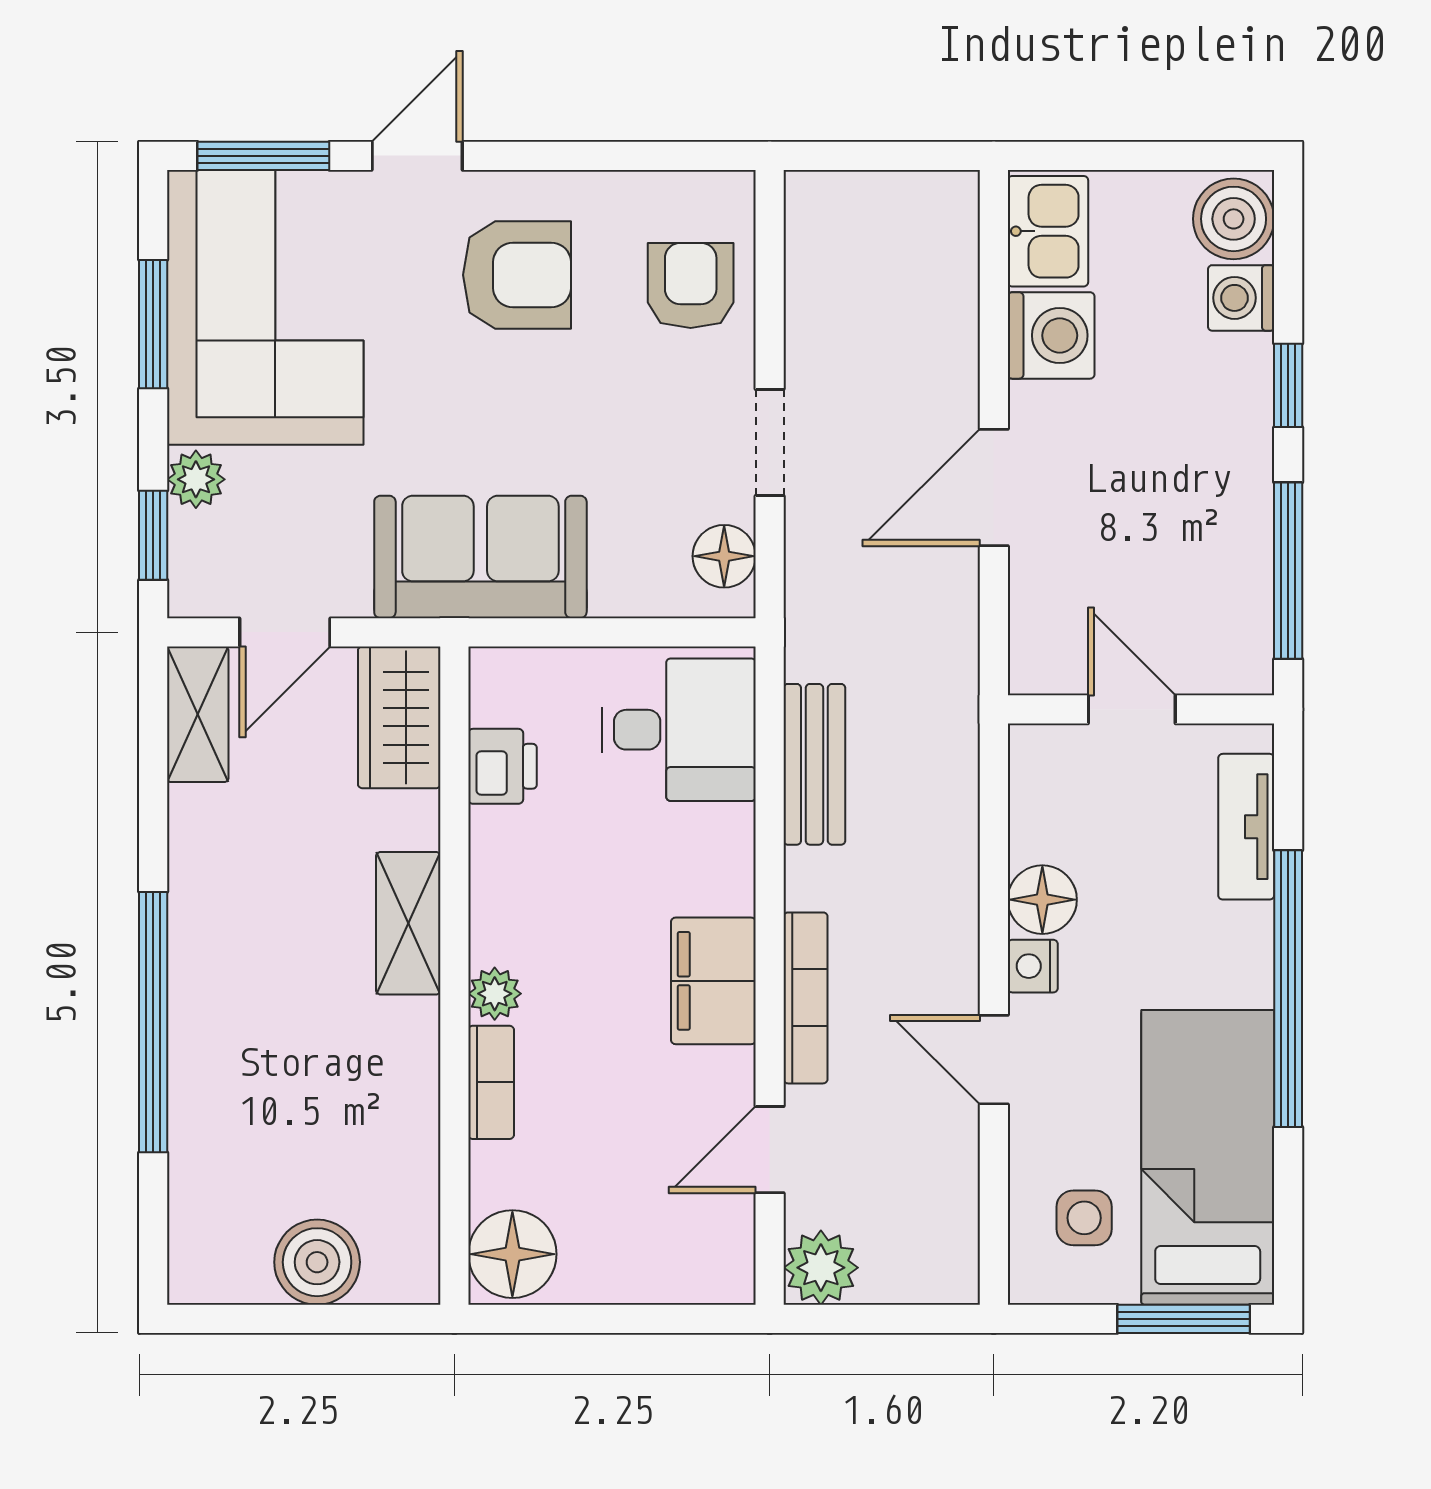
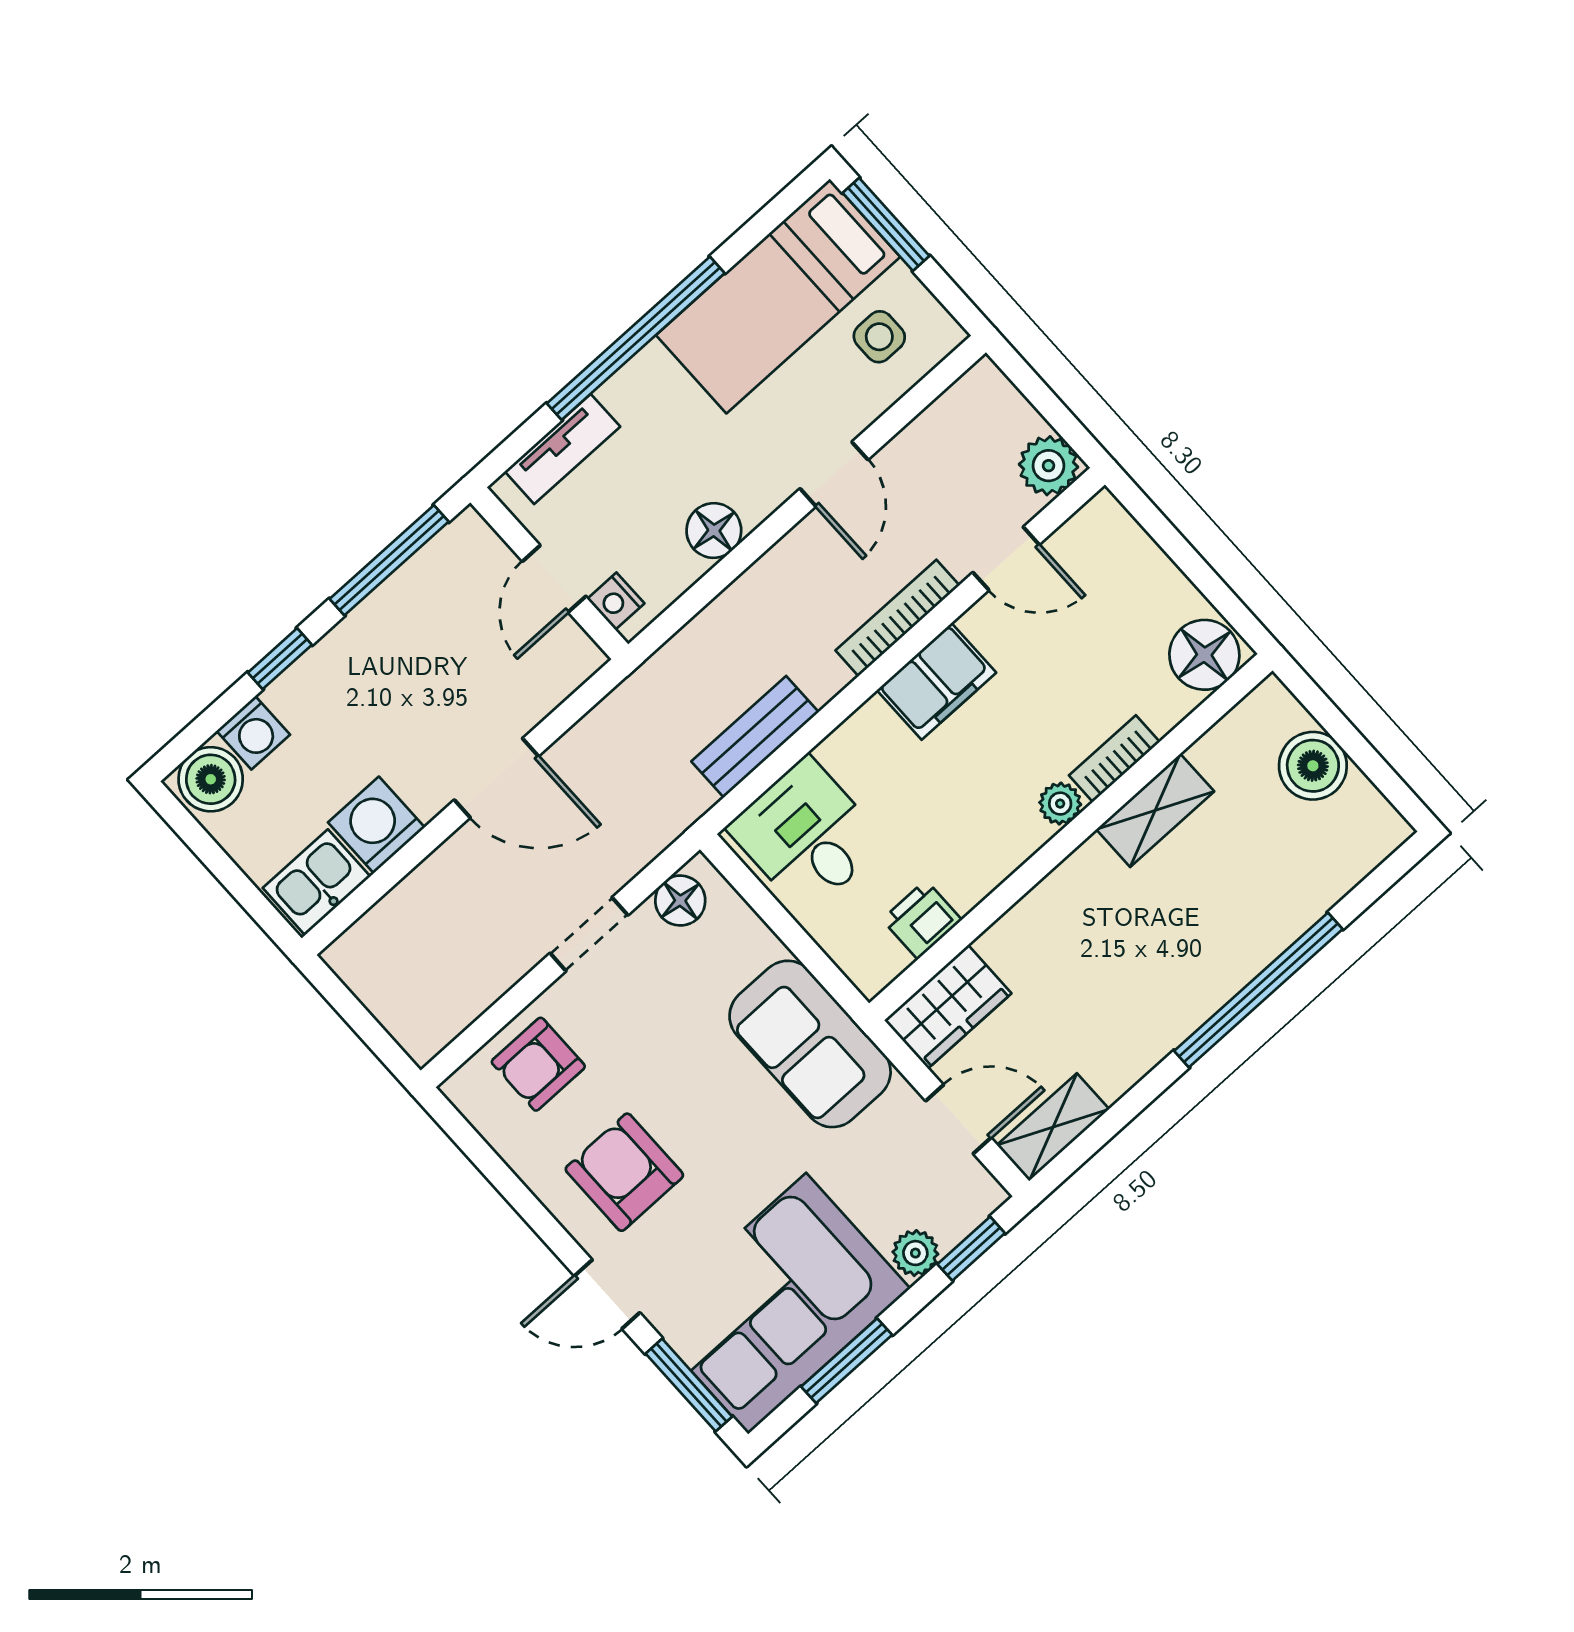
shelving: (408, 923) -> (1155, 810), moved
nightstand: (1033, 966) -> (616, 601), moved, turned 90

